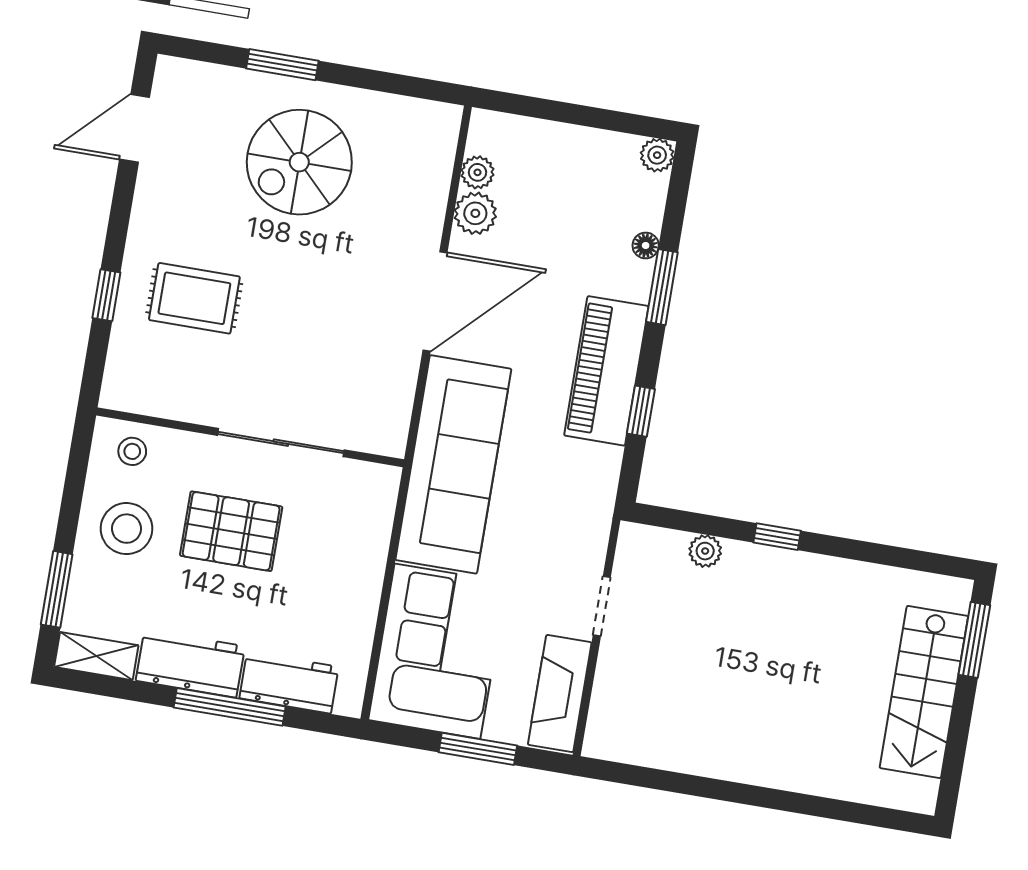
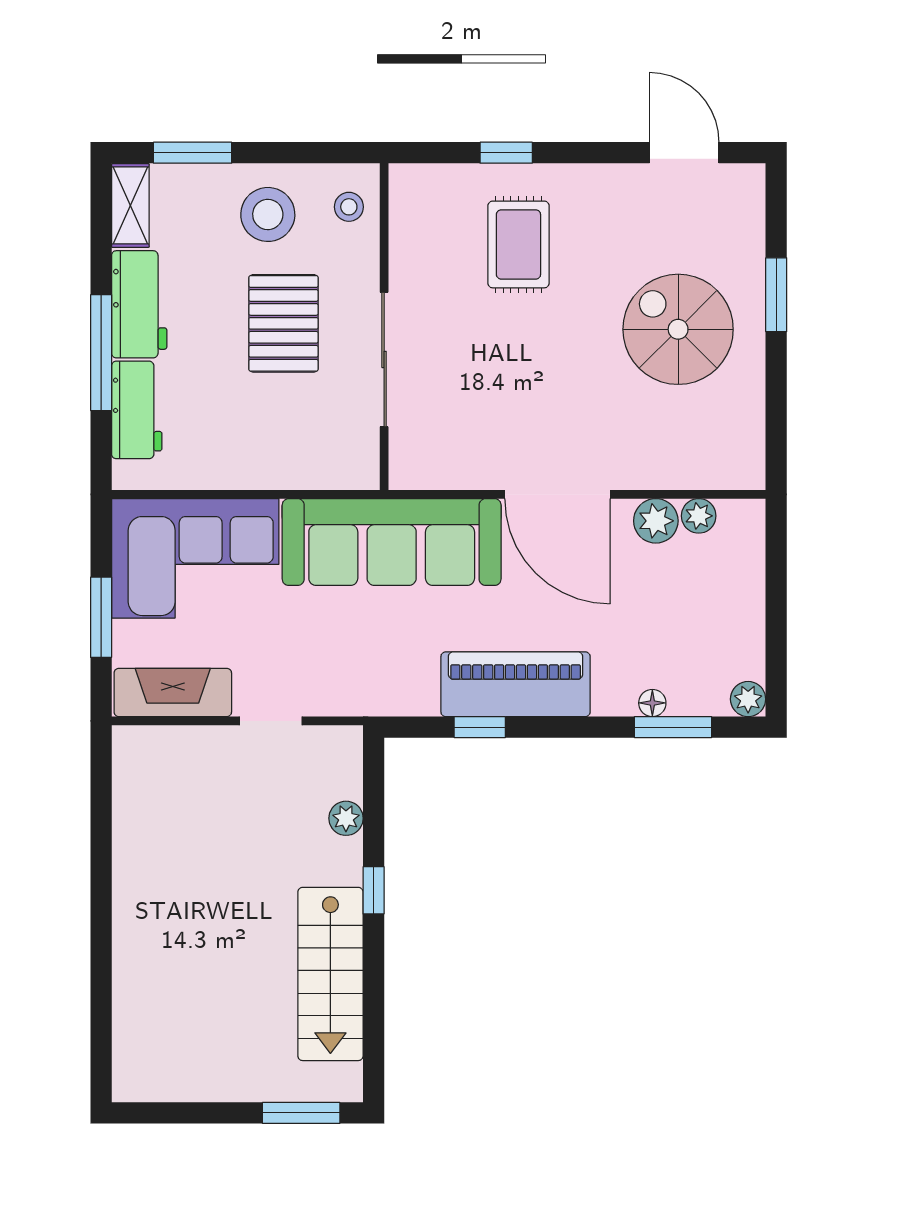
window: (662, 287) -> (673, 727), moved
stairs: (924, 692) -> (330, 974), moved, turned -90

